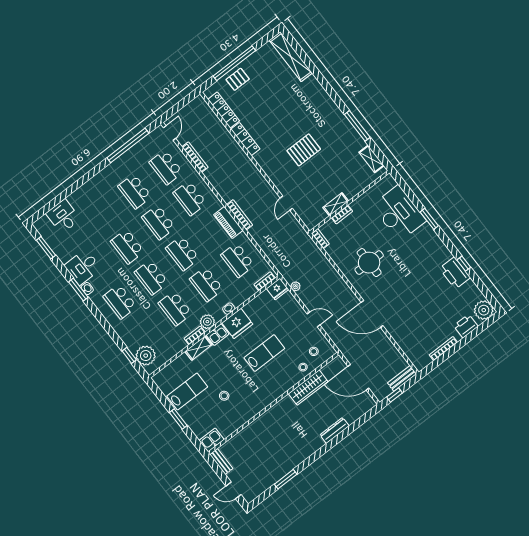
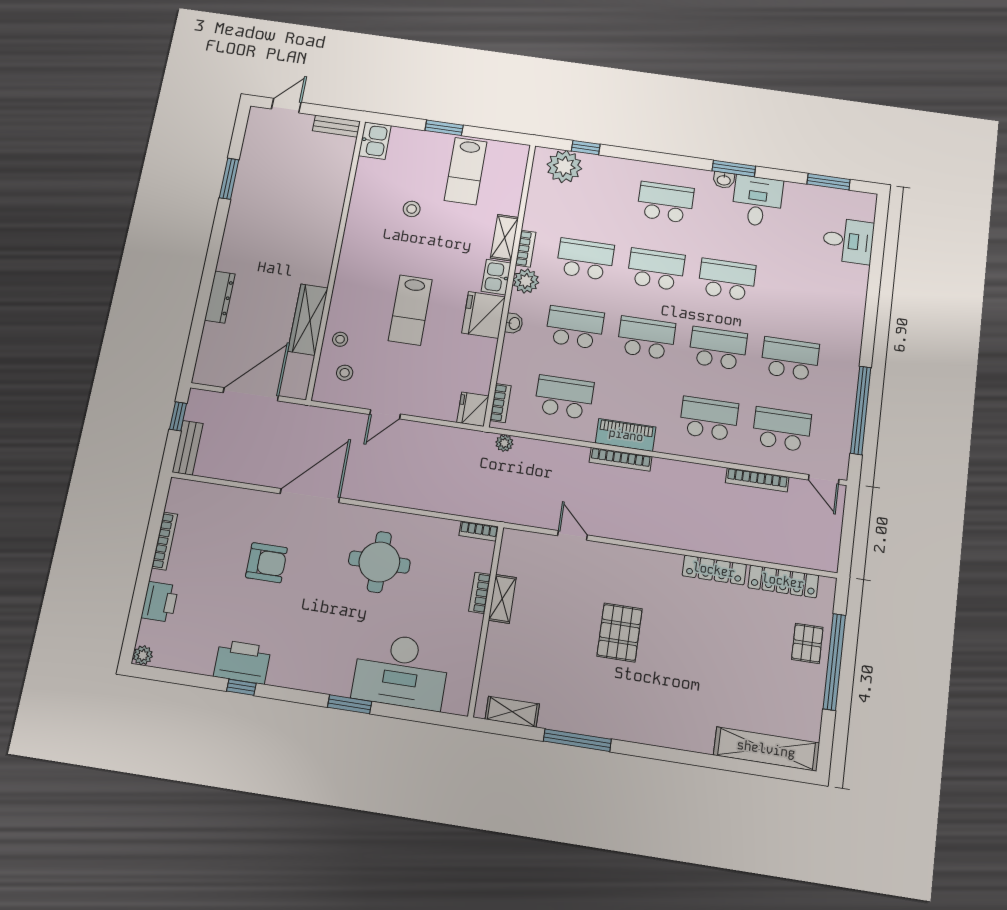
plant: (296, 286) -> (504, 443), moved
armchair: (412, 303) -> (267, 563), added
plant: (484, 310) -> (143, 655), width x0.53, depth x0.53

